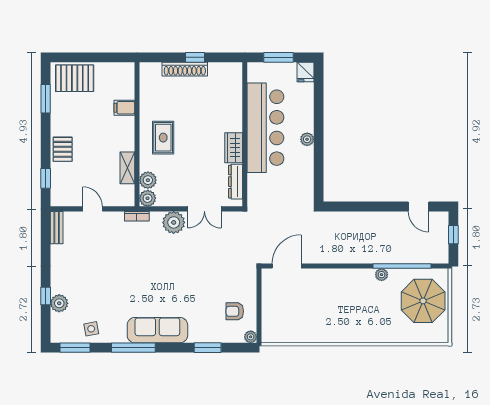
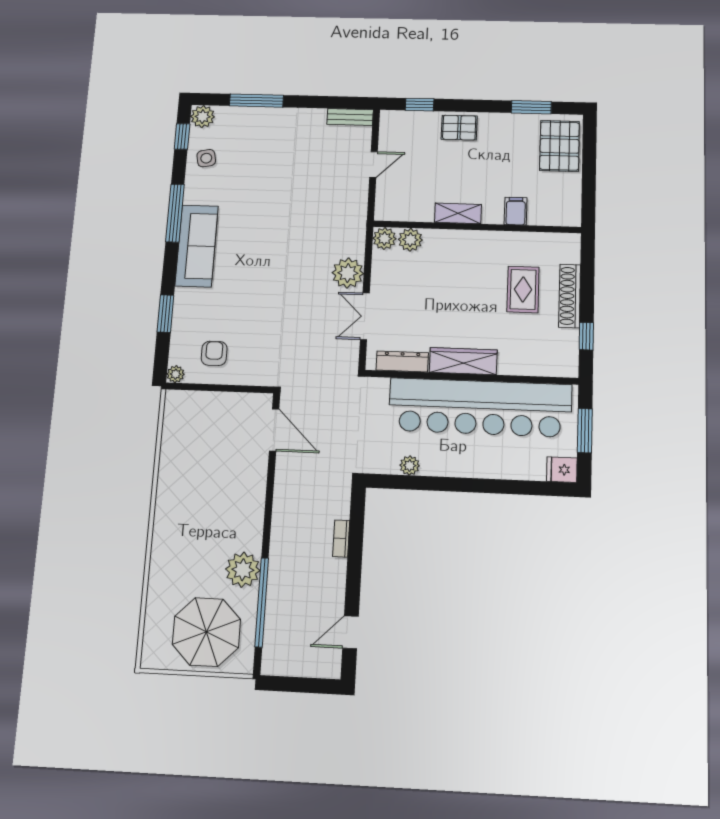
window: (195, 57) -> (586, 336), moved
bar counter: (265, 128) -> (480, 407), width x1.36
rug: (163, 138) -> (523, 289), moved, turned 90
plant: (307, 139) -> (410, 465), moved
wardrobe: (234, 148) -> (463, 361), width x1.50
shelving: (127, 168) -> (458, 213), moved
bookcase: (137, 216) -> (341, 539), moved
window: (453, 235) -> (304, 685), removed
plant: (382, 275) -> (243, 570), width x1.88, depth x1.88
window: (46, 296) -> (256, 100), width x2.17
plant: (59, 303) -> (203, 117), moved
window: (75, 348) -> (182, 136), width x0.67

